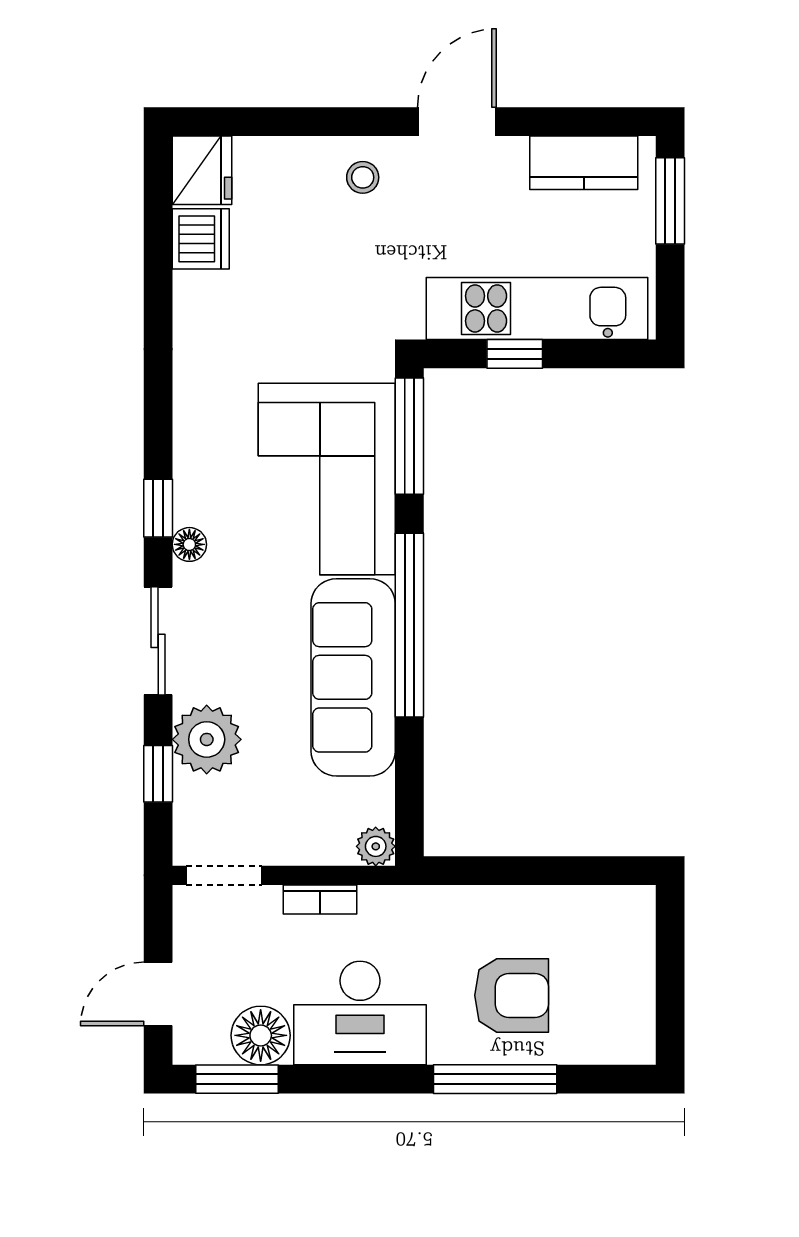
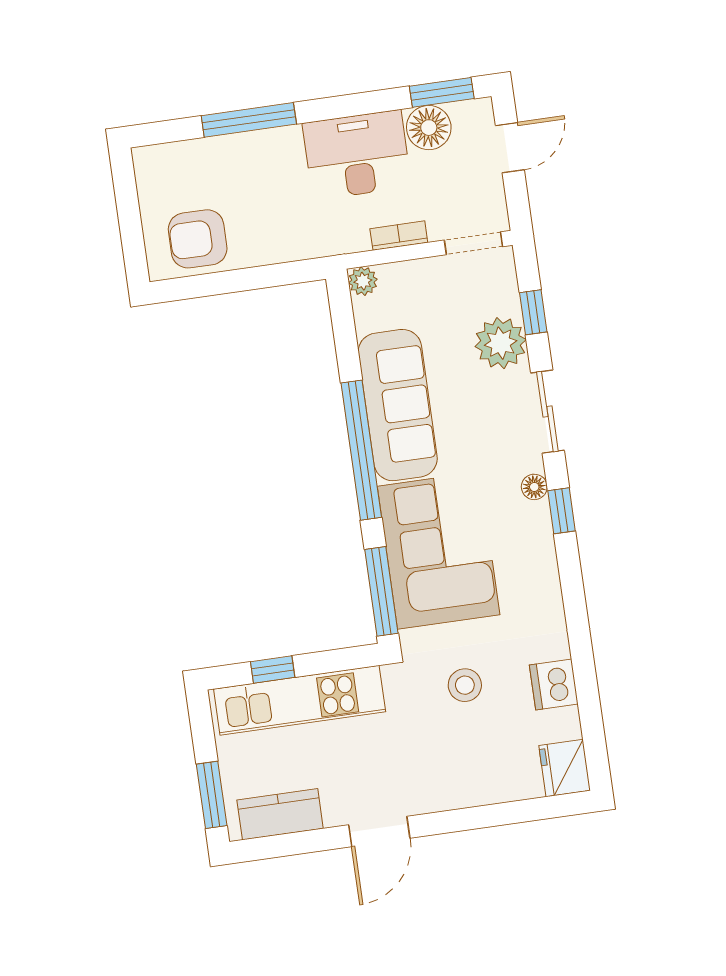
stool: (363, 177) -> (465, 685), moved, width x1.37, depth x1.37
dishwasher: (201, 239) -> (554, 684), moved
window: (515, 354) -> (273, 670), moved
armchair: (512, 995) -> (198, 239), moved

